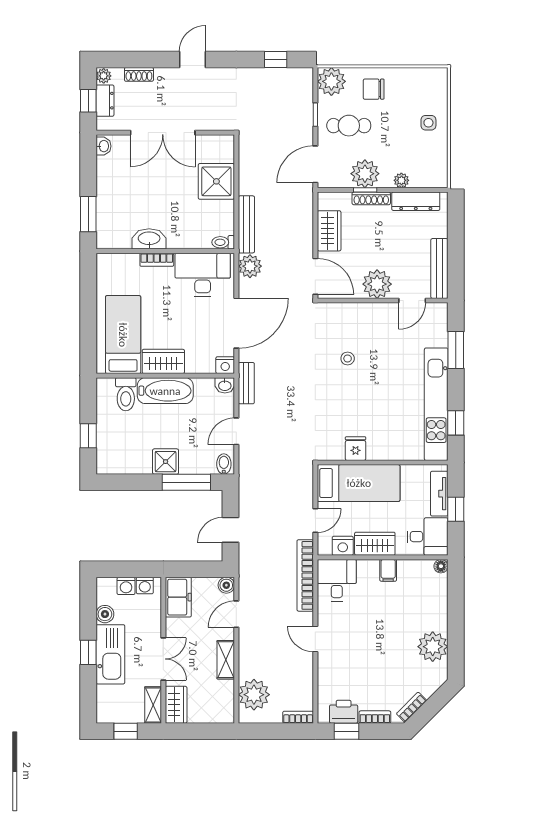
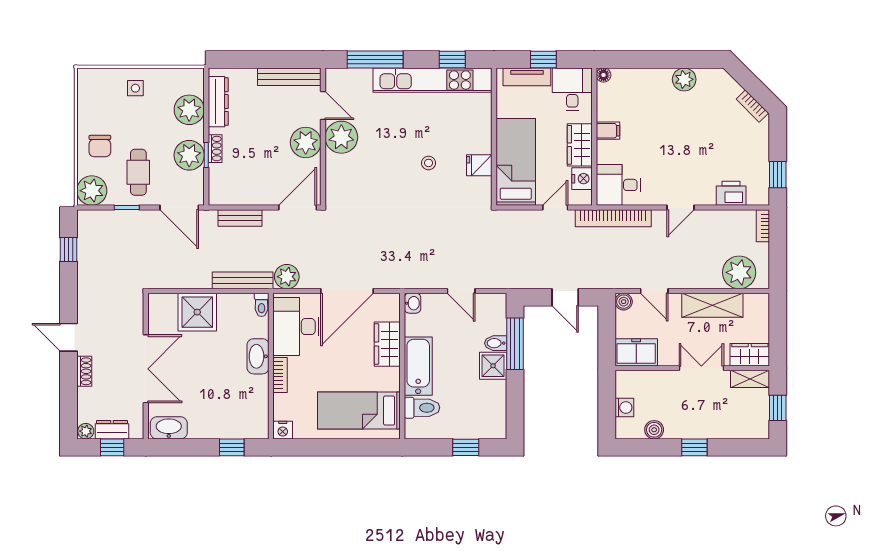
shoe rack: (139, 74) -> (84, 371), moved
washbasin: (103, 146) -> (169, 428), width x1.91, depth x1.45
plant: (401, 180) -> (189, 110), width x1.87, depth x1.87
shoe rack: (371, 198) -> (215, 149), width x0.70
window: (88, 214) -> (232, 447), width x0.67
wardrobe: (329, 231) -> (249, 193), removed
washbasin: (149, 239) -> (258, 356), moved
plant: (382, 318) -> (341, 137), added
door: (236, 323) -> (347, 291), swing flipped
window: (456, 350) -> (375, 59), width x1.44
stool: (348, 358) -> (429, 163), moved
wardrobe: (163, 361) -> (387, 344), moved
nightstand: (225, 365) -> (283, 430), moved, turned 90
bench: (246, 383) -> (240, 218), moved
bidet: (224, 464) -> (496, 343), moved
door: (315, 521) -> (555, 208), hinge flipped
washing machine: (145, 586) -> (624, 388), removed
plant: (433, 647) -> (684, 79), width x0.73, depth x0.73
kitchen sink: (110, 654) -> (697, 424), removed
shelving: (226, 660) -> (712, 305), width x1.50, depth x1.33
printer: (344, 712) -> (731, 193), moved, turned 90
bookcase: (375, 717) -> (763, 145), removed

